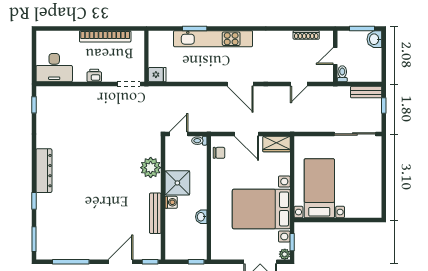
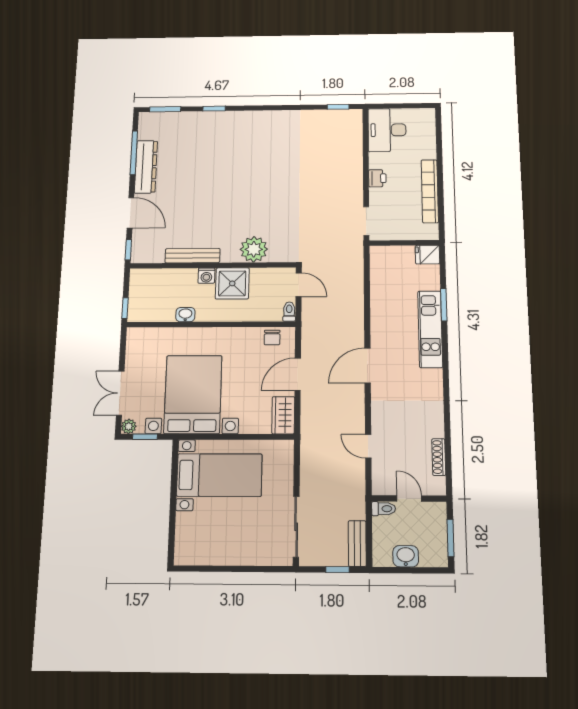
kitchen unit: (213, 39) -> (430, 329), width x0.73
washbasin: (374, 39) -> (406, 556), moved
fridge: (157, 75) -> (427, 255), moved, turned 90
dresser: (44, 171) -> (146, 167), moved, turned -90

